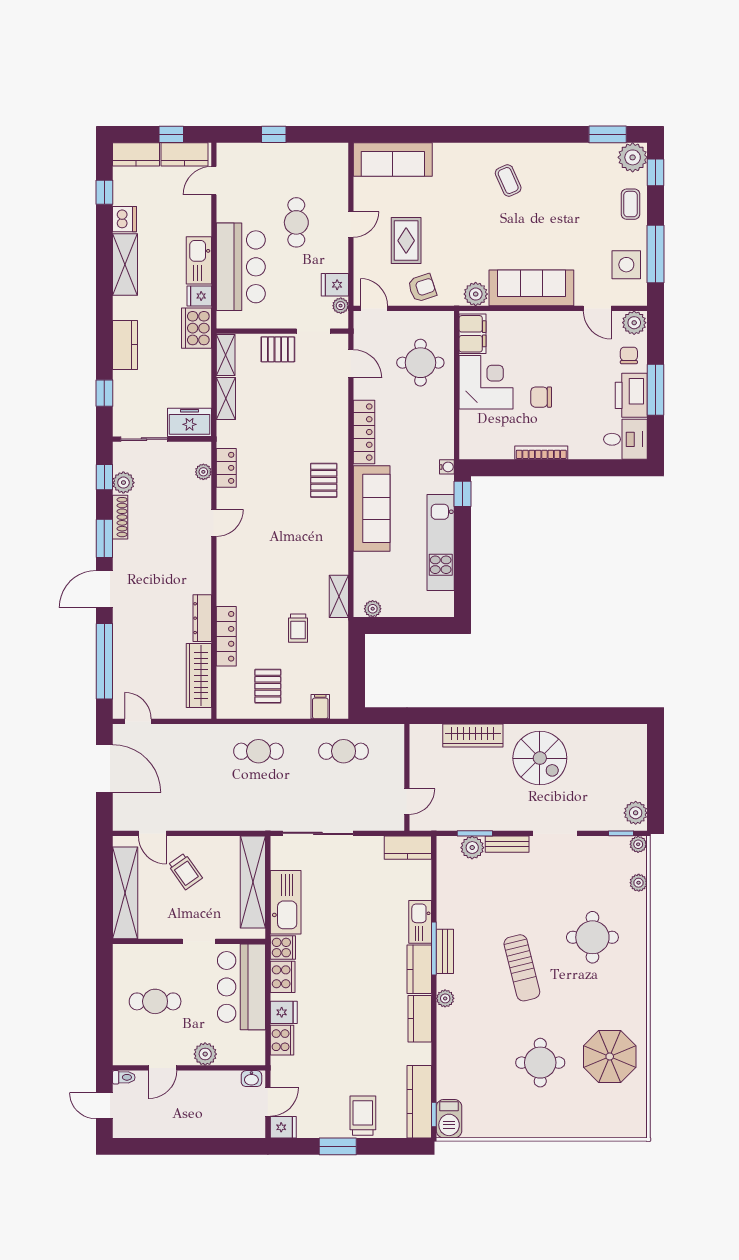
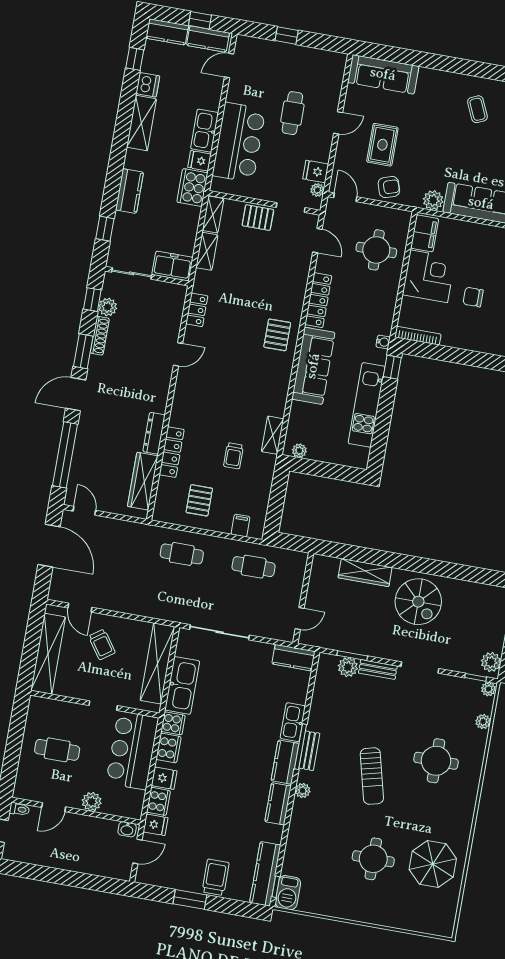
bookcase: (541, 453) -> (418, 336), moved
plant: (203, 472) -> (177, 310), removed
fridge: (283, 1127) -> (156, 825), moved

